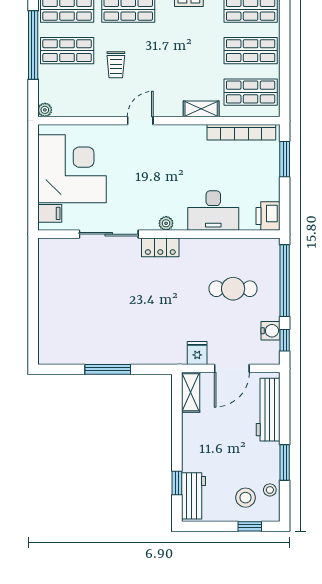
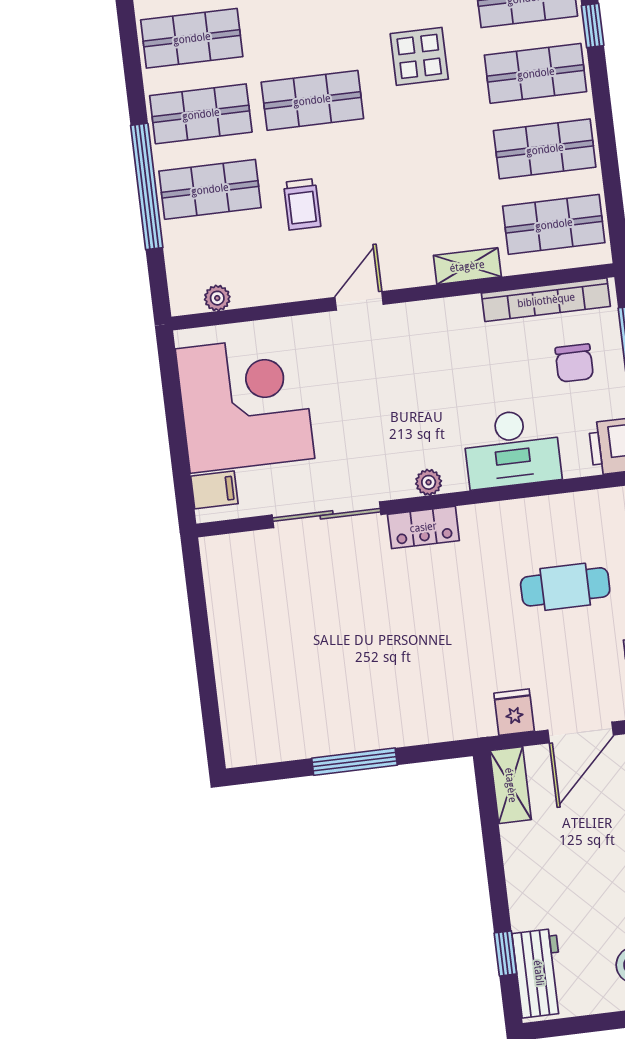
plant: (45, 110) -> (217, 298), moved
chair: (253, 168) -> (574, 363), added

